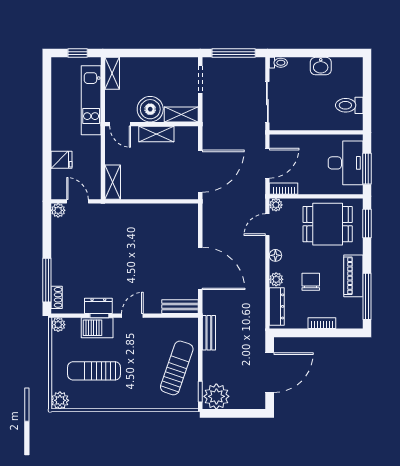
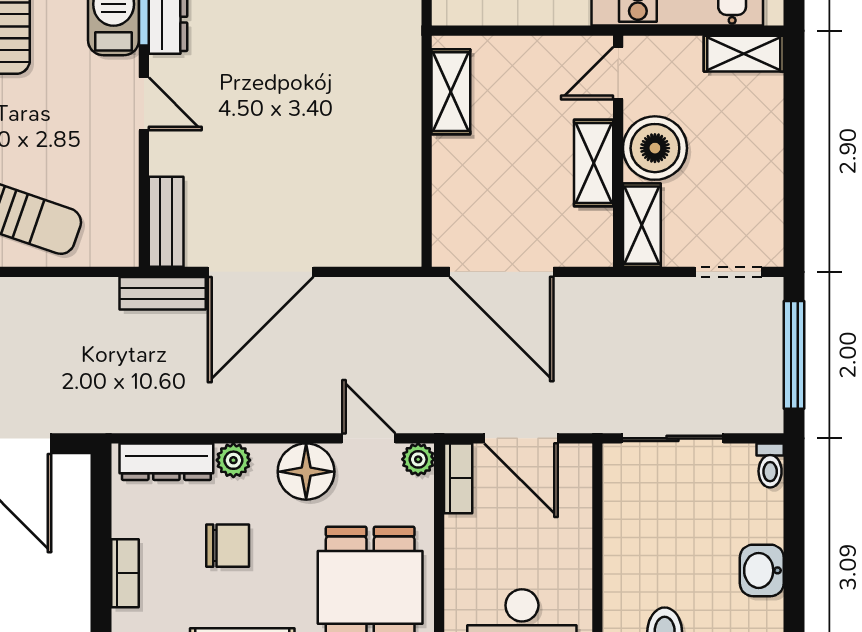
shelving: (113, 182) -> (451, 92), moved, turned 90
floor lamp: (275, 255) -> (306, 472), width x1.89, depth x1.89
bench: (209, 333) -> (163, 293), moved

